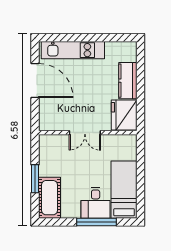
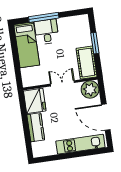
plant: (50, 119) -> (90, 90), added
cot: (50, 198) -> (87, 63), moved

